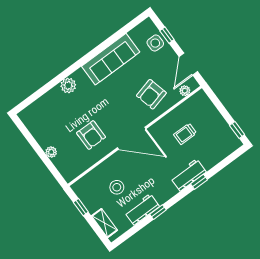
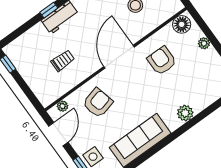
door: (132, 138) -> (119, 57), hinge flipped
floor lamp: (73, 170) -> (182, 24), added

